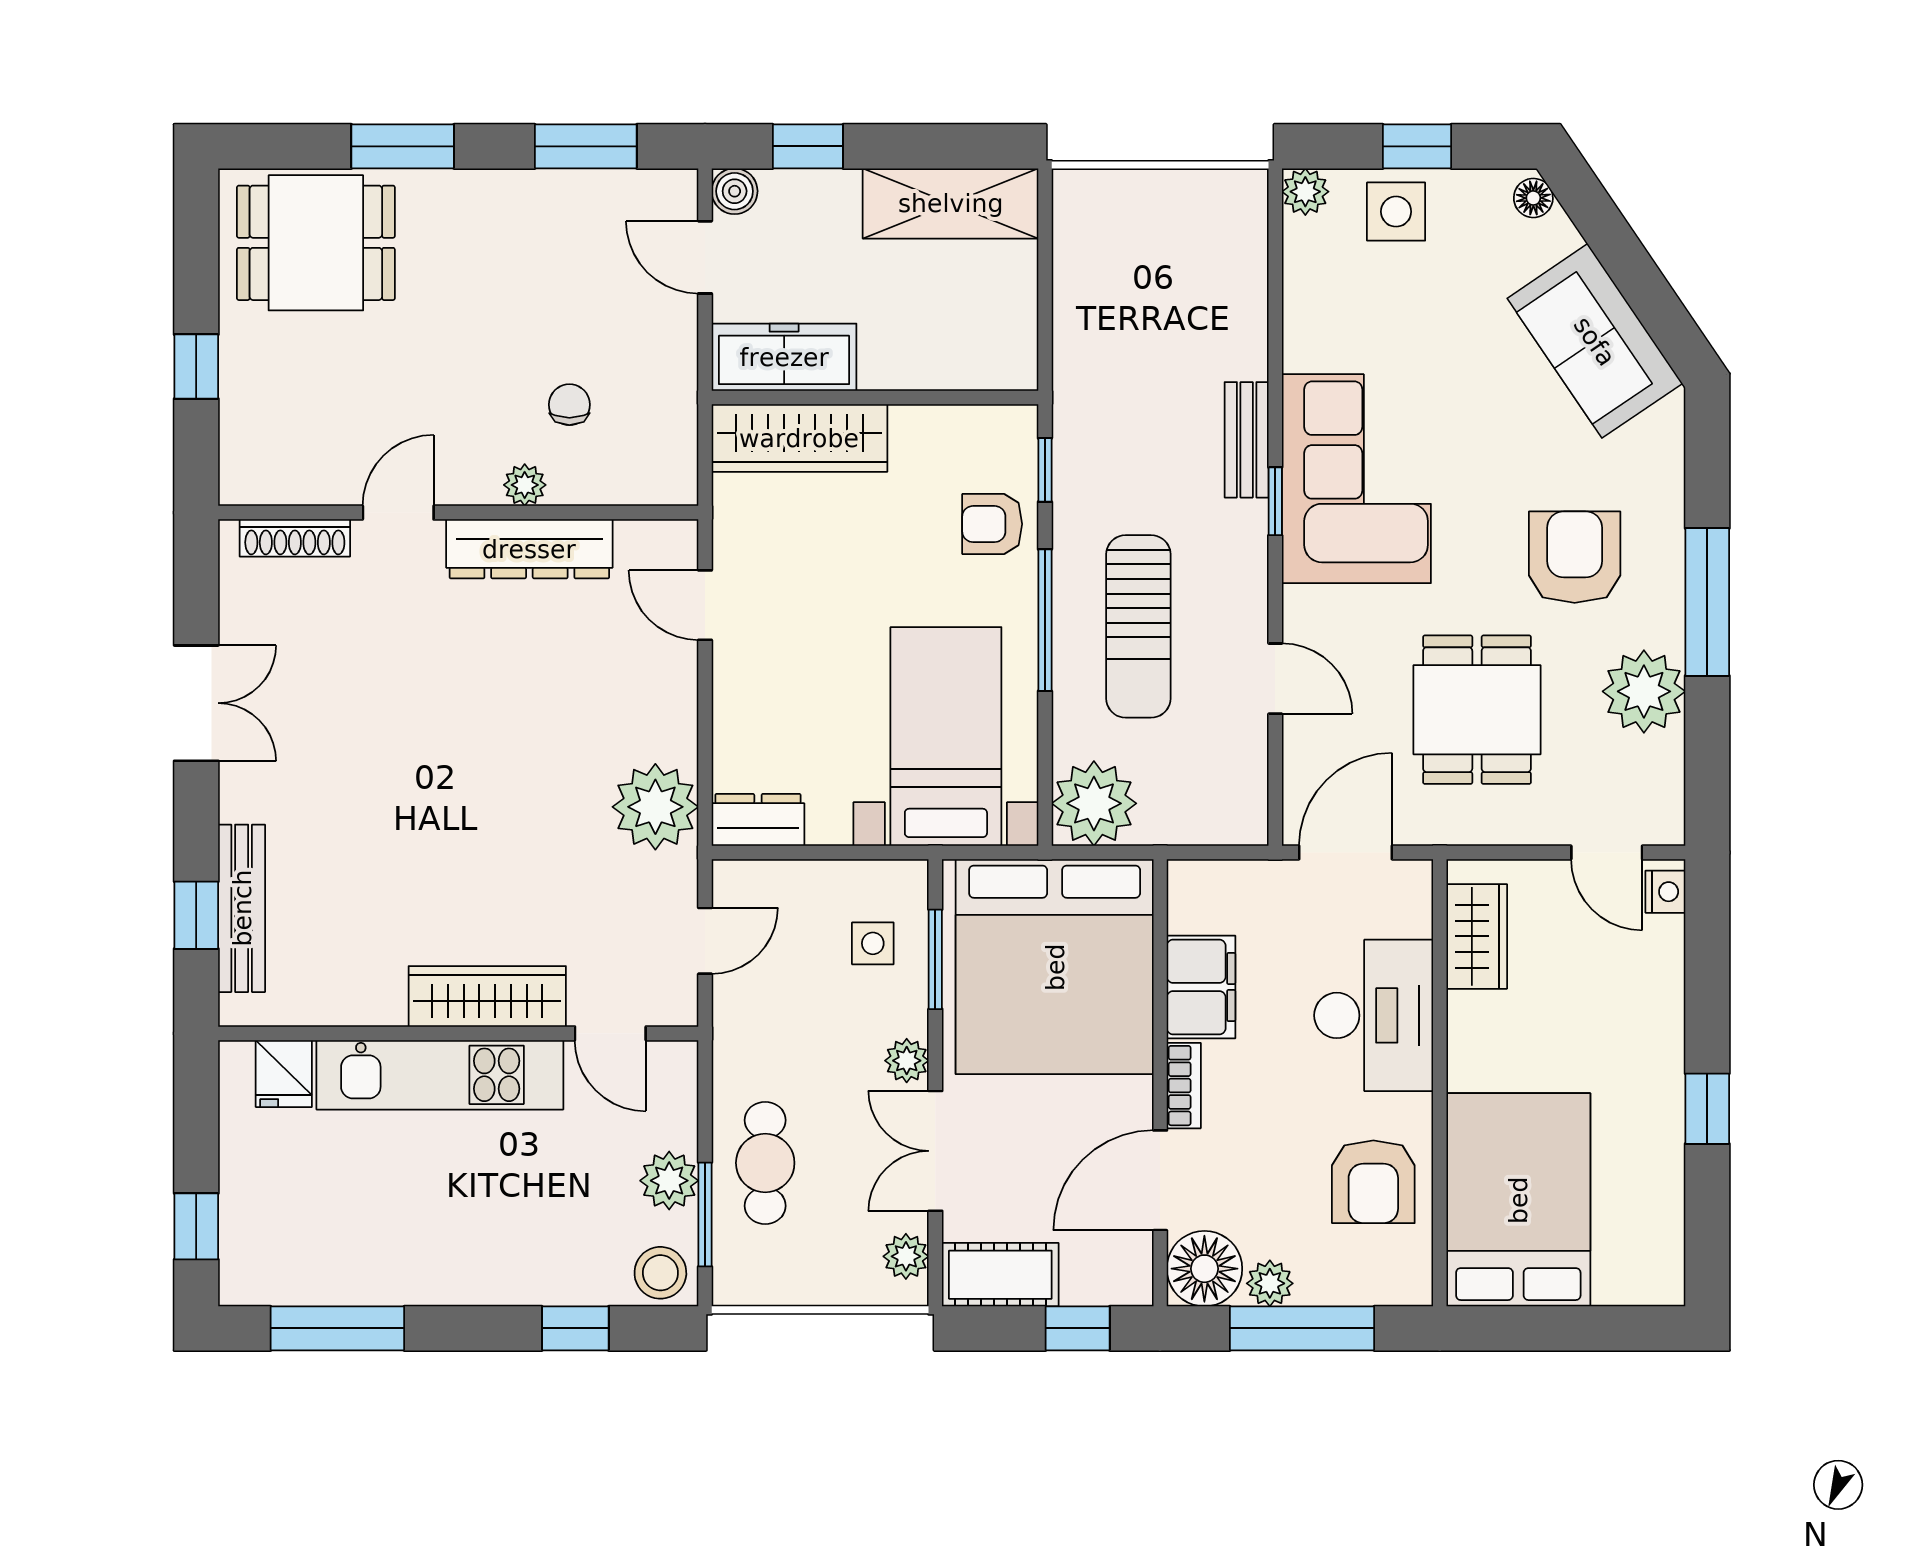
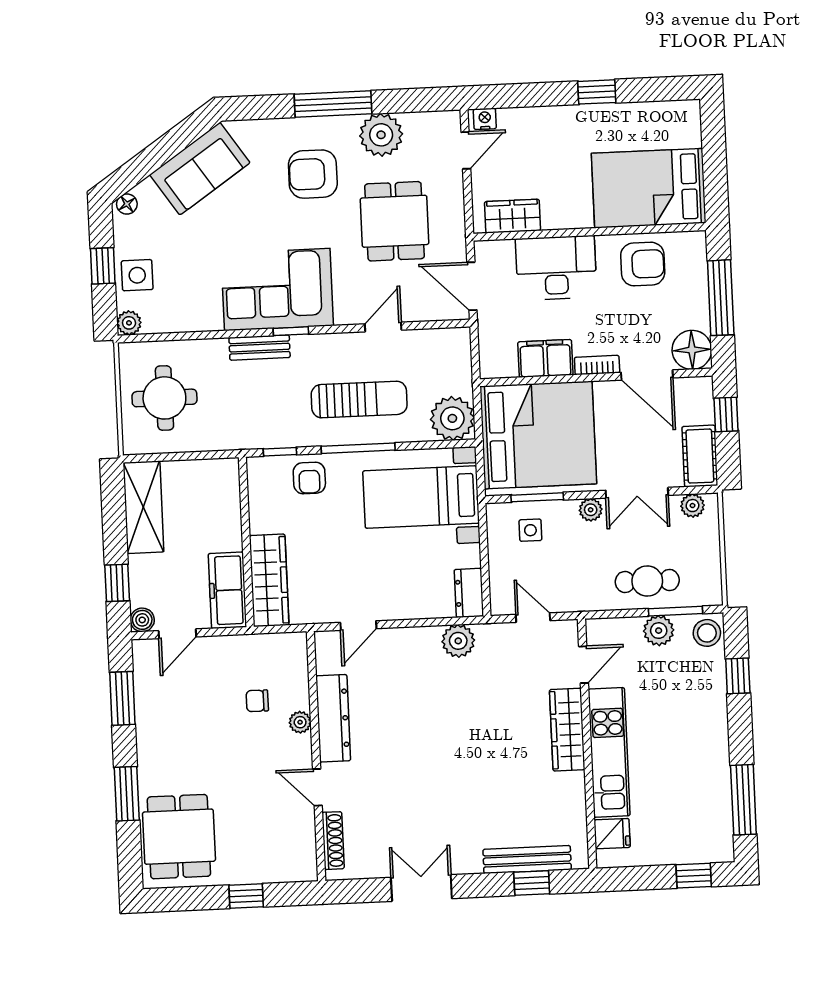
round table: (1158, 253) -> (164, 398), added
dining table: (1477, 710) -> (395, 221), turned 90
plant: (655, 807) -> (458, 641), width x0.73, depth x0.73
plant: (1270, 1283) -> (698, 316), removed

